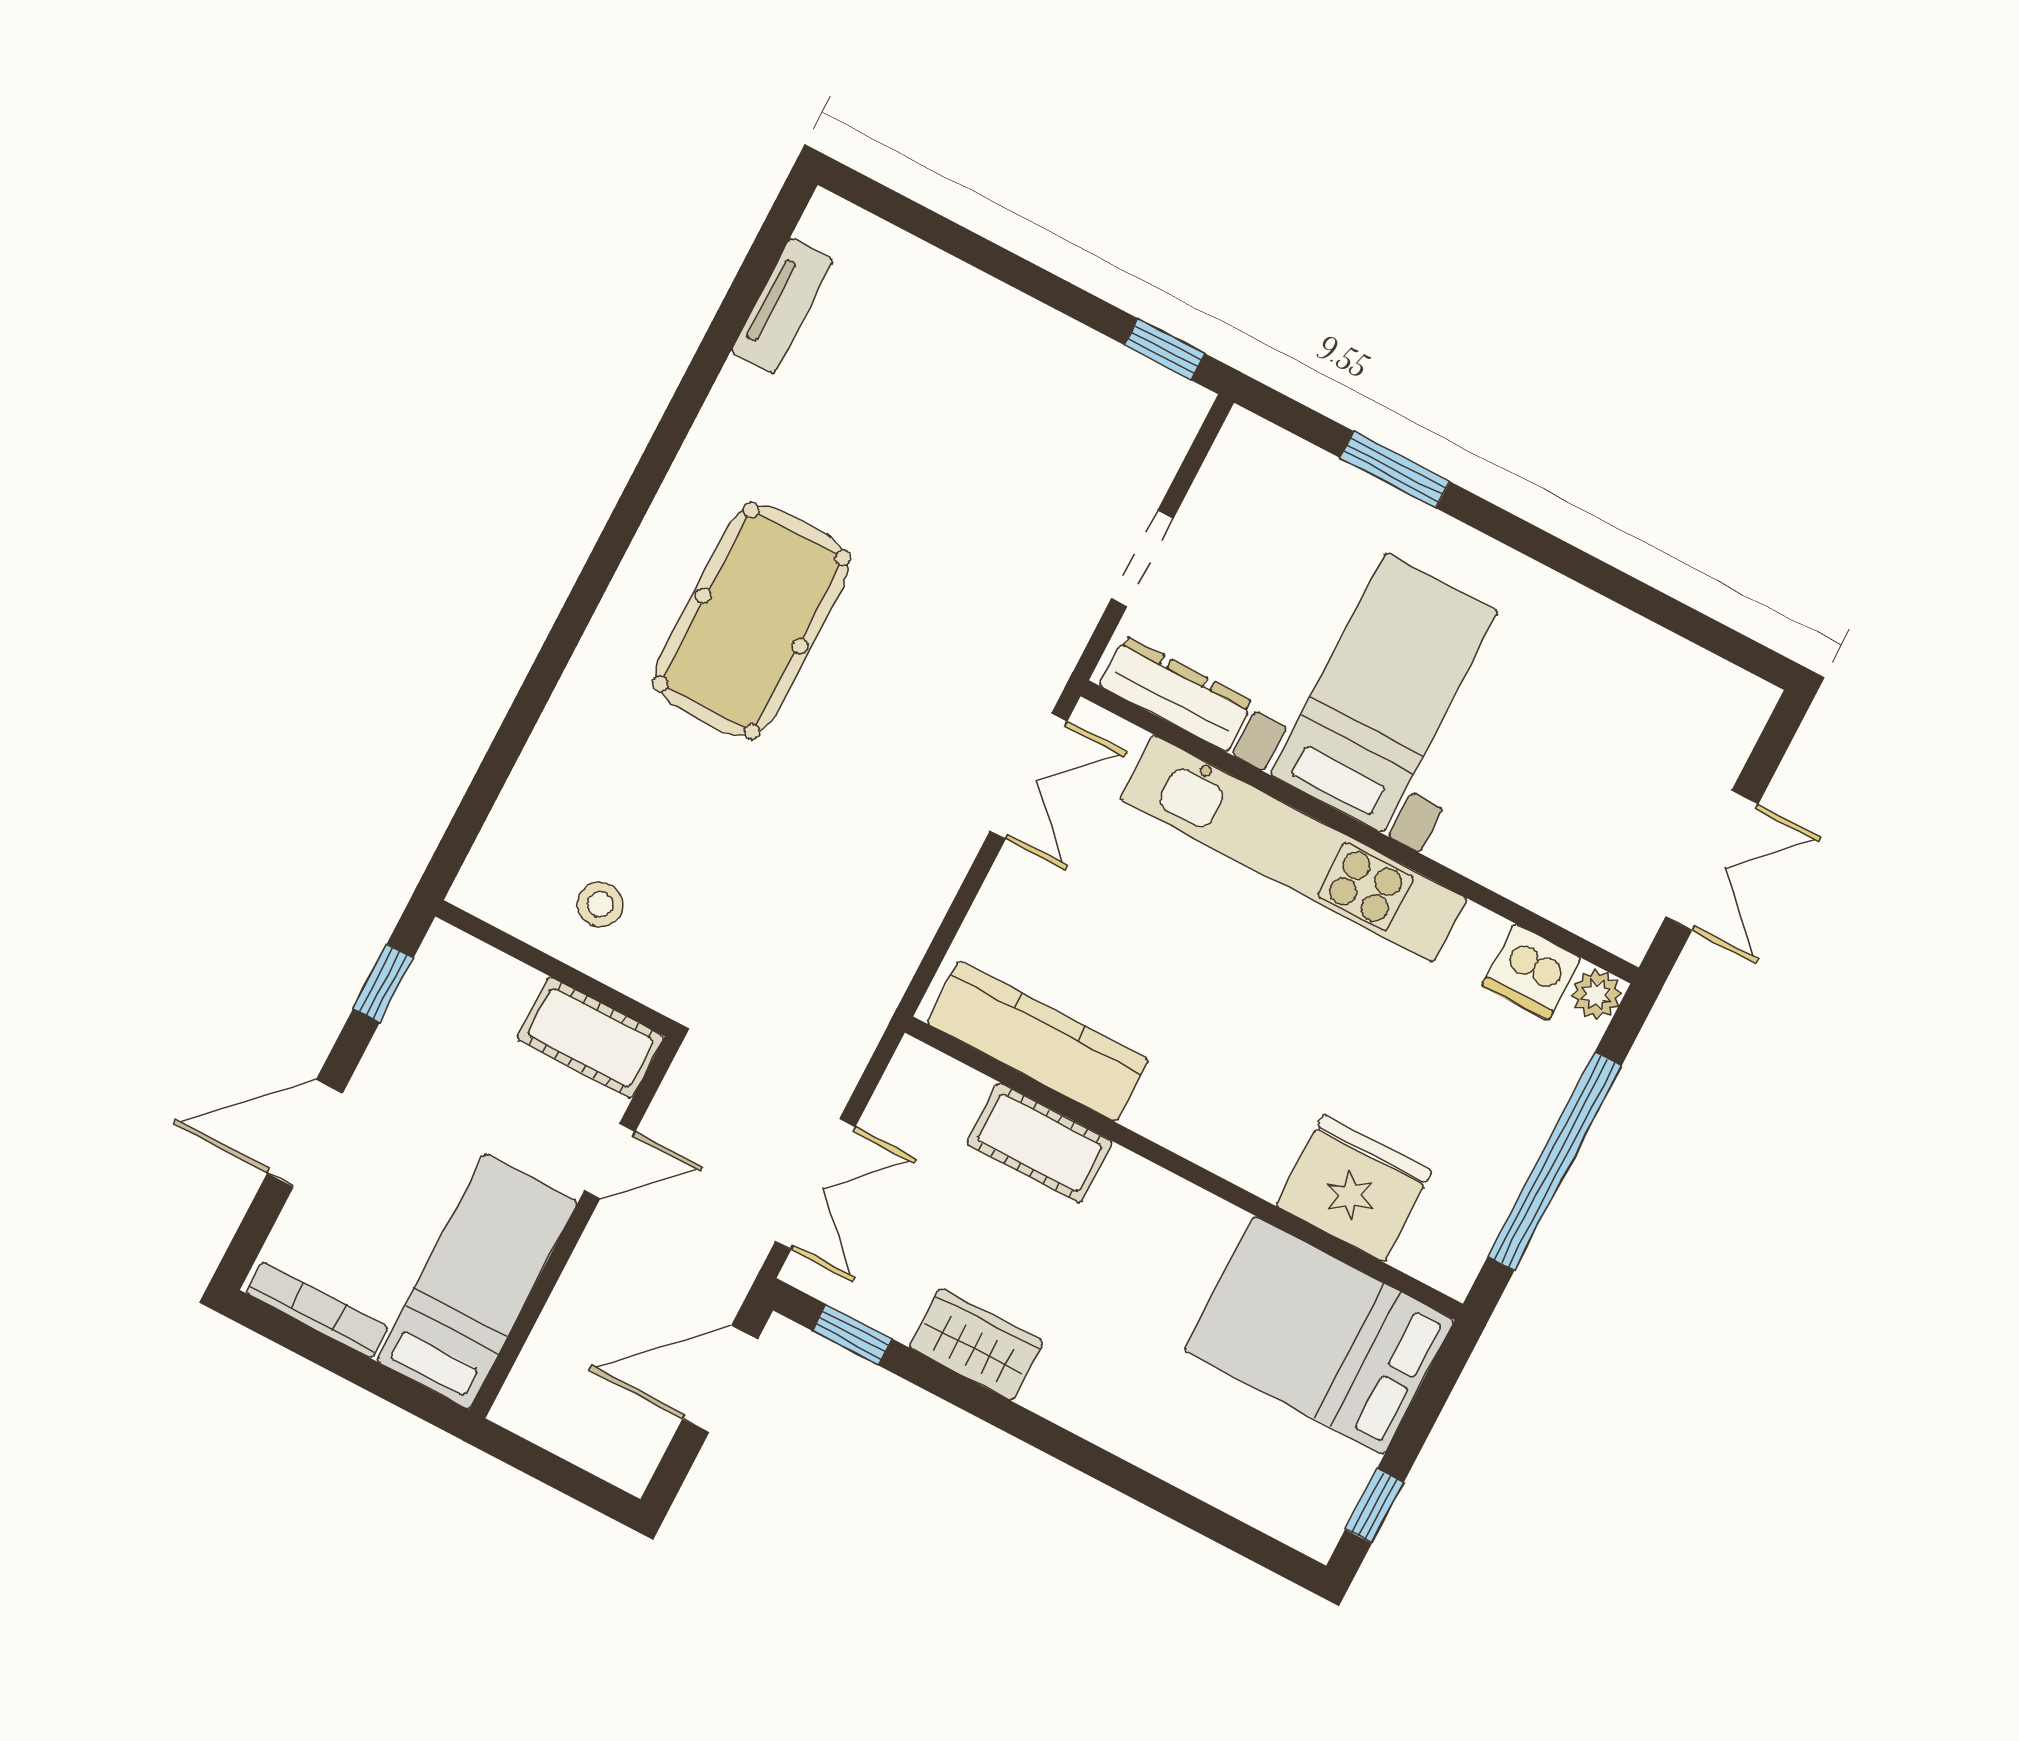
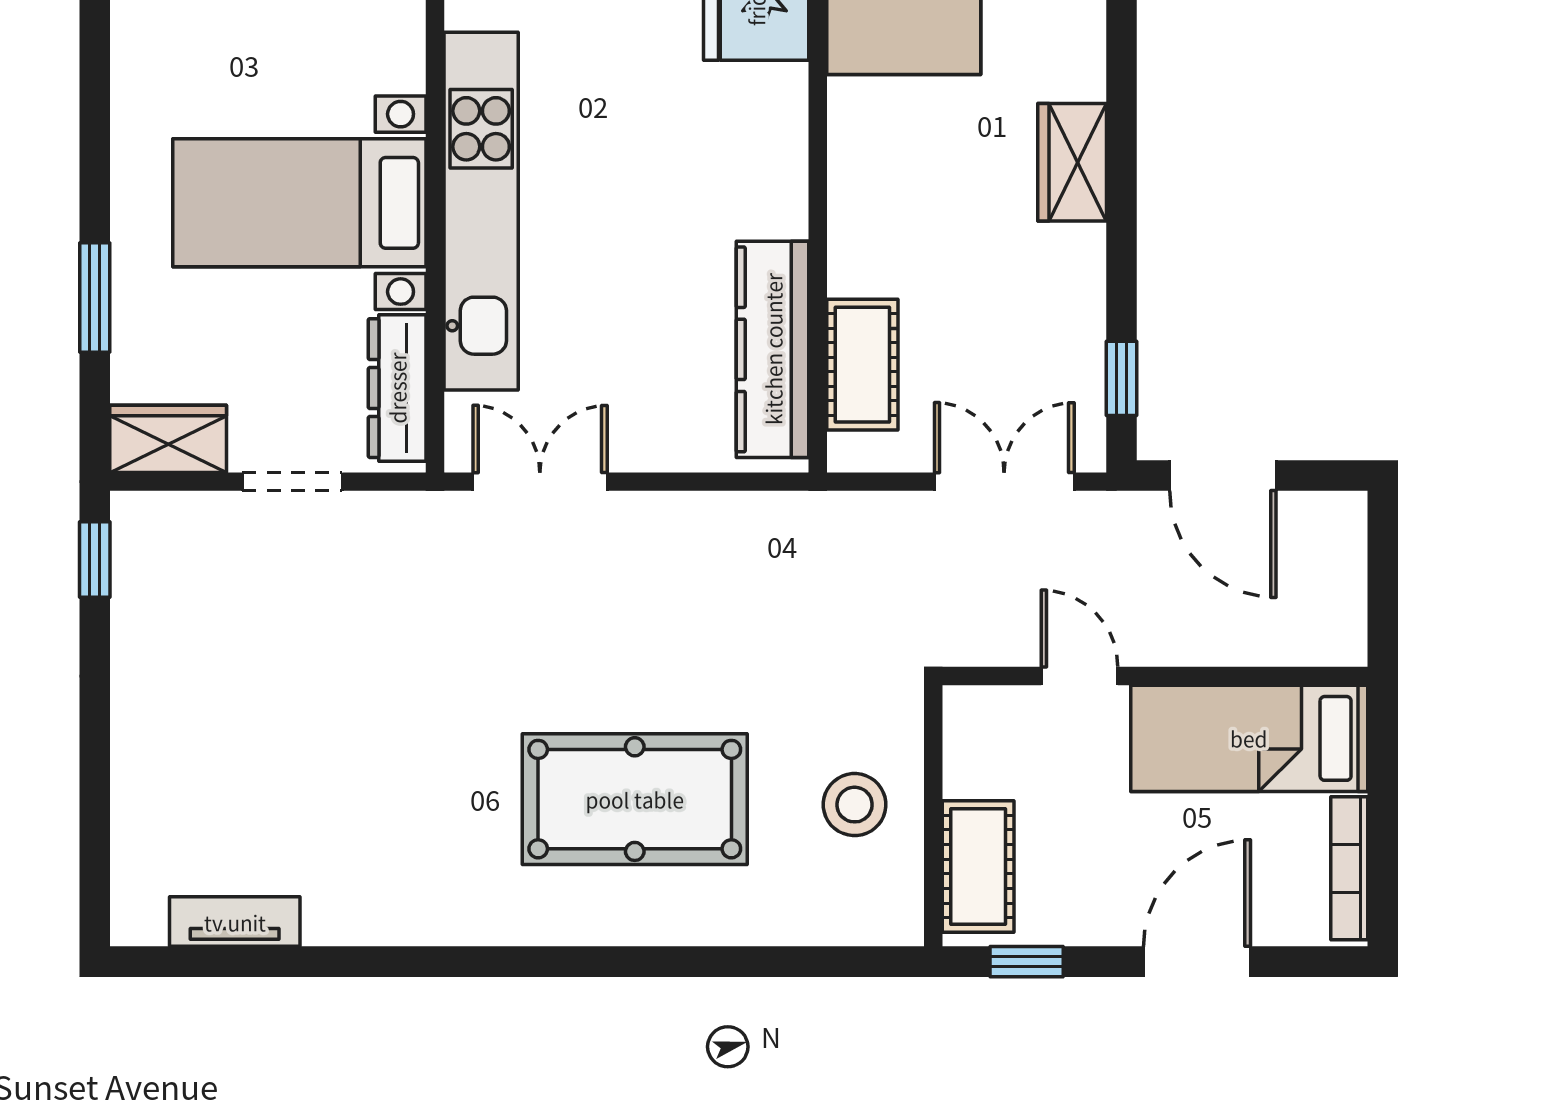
wardrobe: (1237, 469) -> (168, 439), added
pool table: (752, 621) -> (635, 799), moved
stool: (600, 904) -> (855, 805), width x1.37, depth x1.37
cot: (591, 1037) -> (978, 867), moved
door: (305, 1133) -> (1197, 962), swing flipped
cot: (1039, 1143) -> (862, 365), moved
wardrobe: (976, 1344) -> (1072, 162), moved

